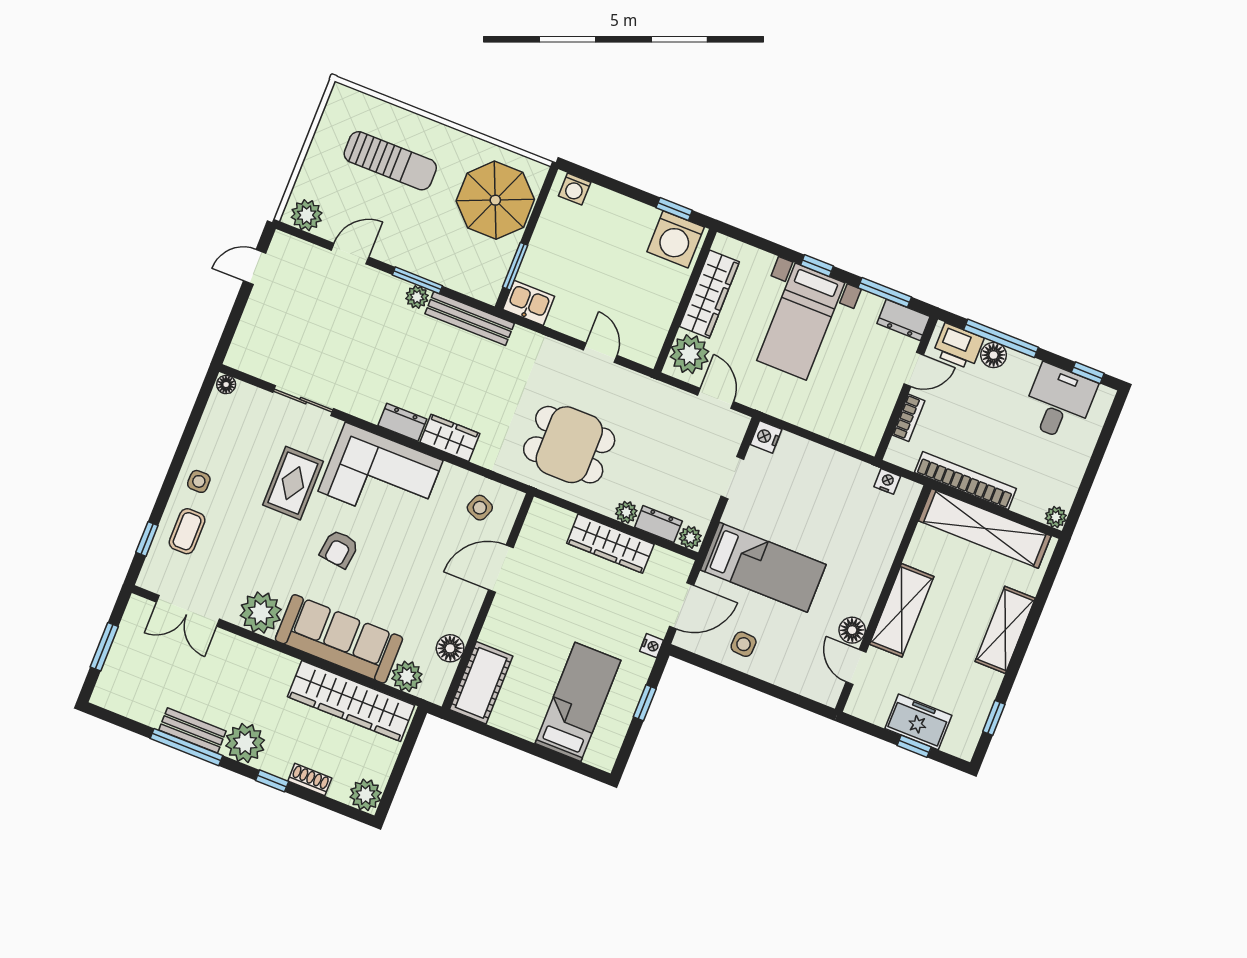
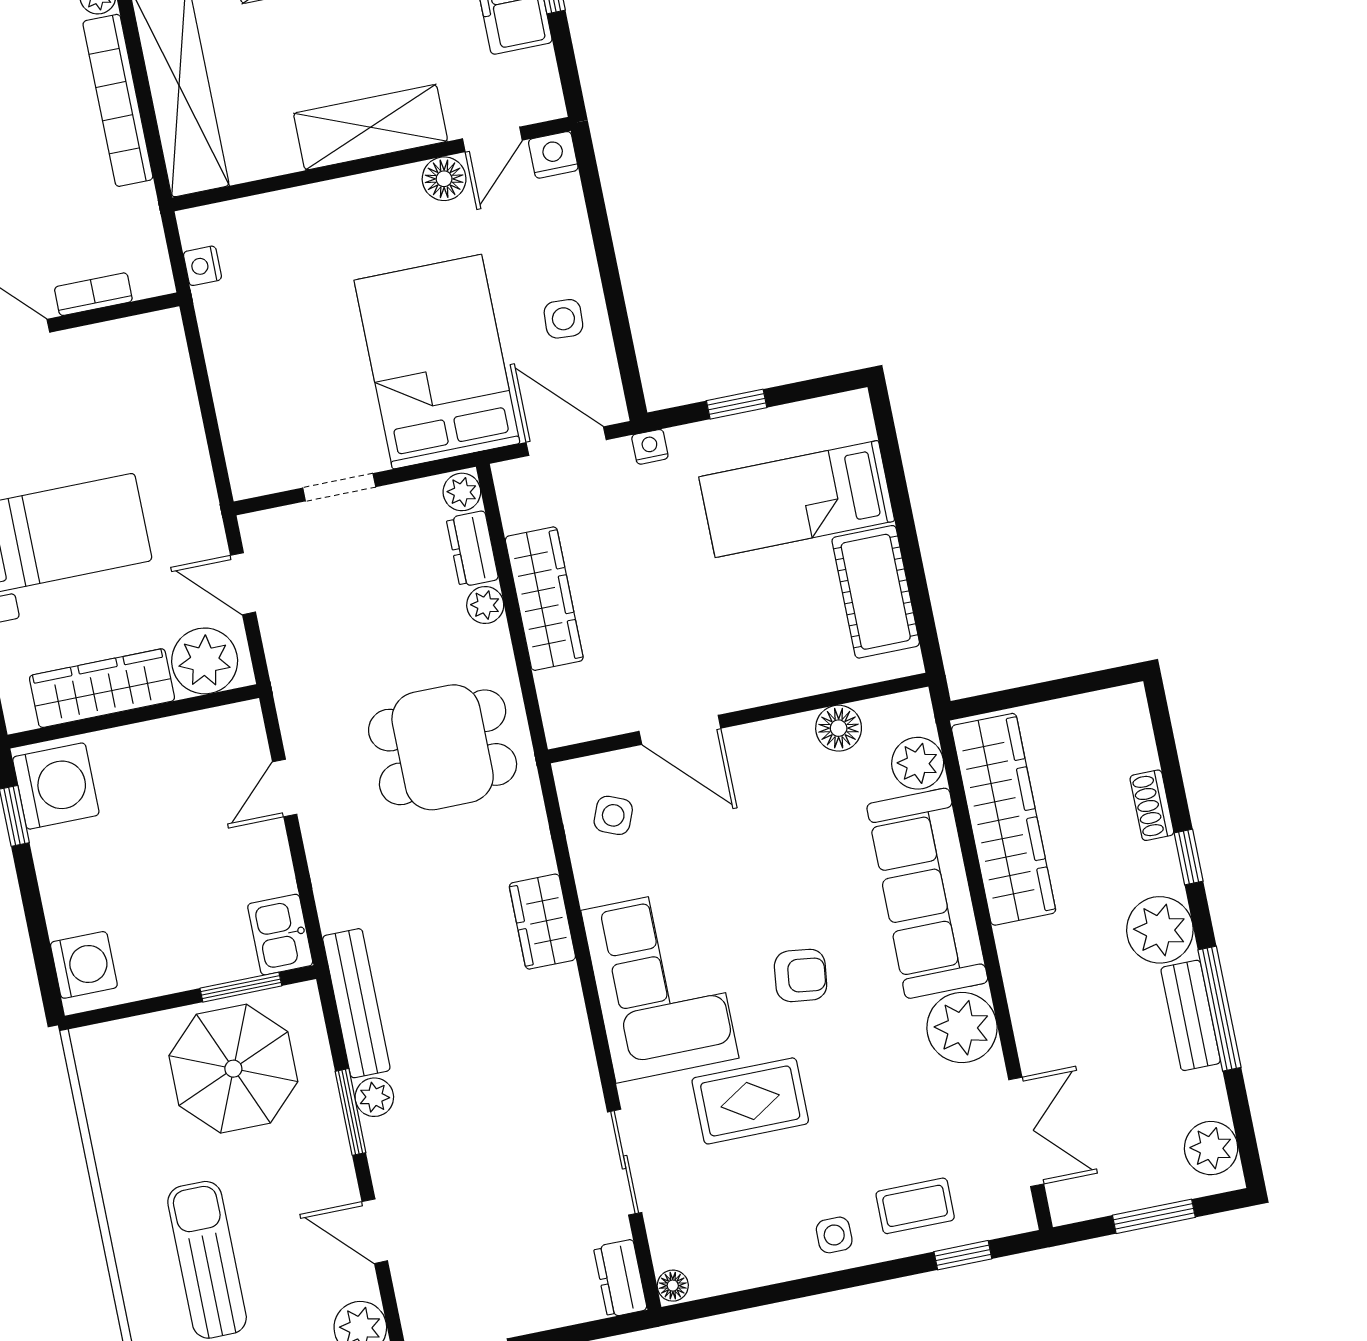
washing machine: (575, 189) -> (84, 965), width x1.38, depth x1.38
parasol: (495, 200) -> (233, 1069), moved
door: (716, 398) -> (243, 584), hinge flipped
dresser: (402, 422) -> (620, 1278), moved
nightstand: (766, 437) -> (553, 155), moved, turned 180
dining table: (569, 445) -> (443, 747), turned 90
bookcase: (965, 481) -> (118, 100), moved
bed: (763, 567) -> (437, 362), width x1.50
cot: (481, 683) -> (876, 592), moved, turned 90
plant: (366, 795) -> (1211, 1148), moved

